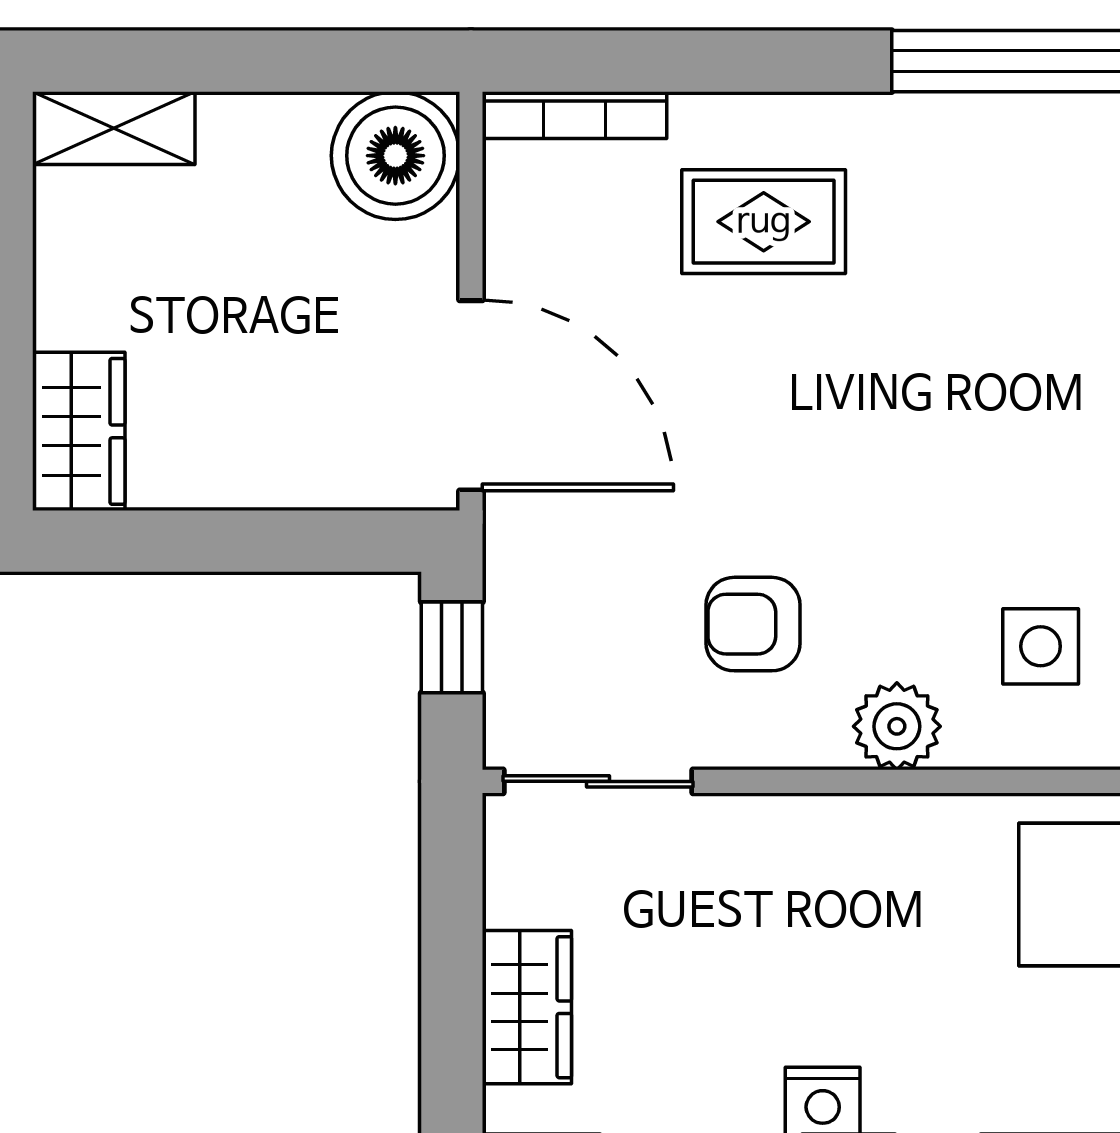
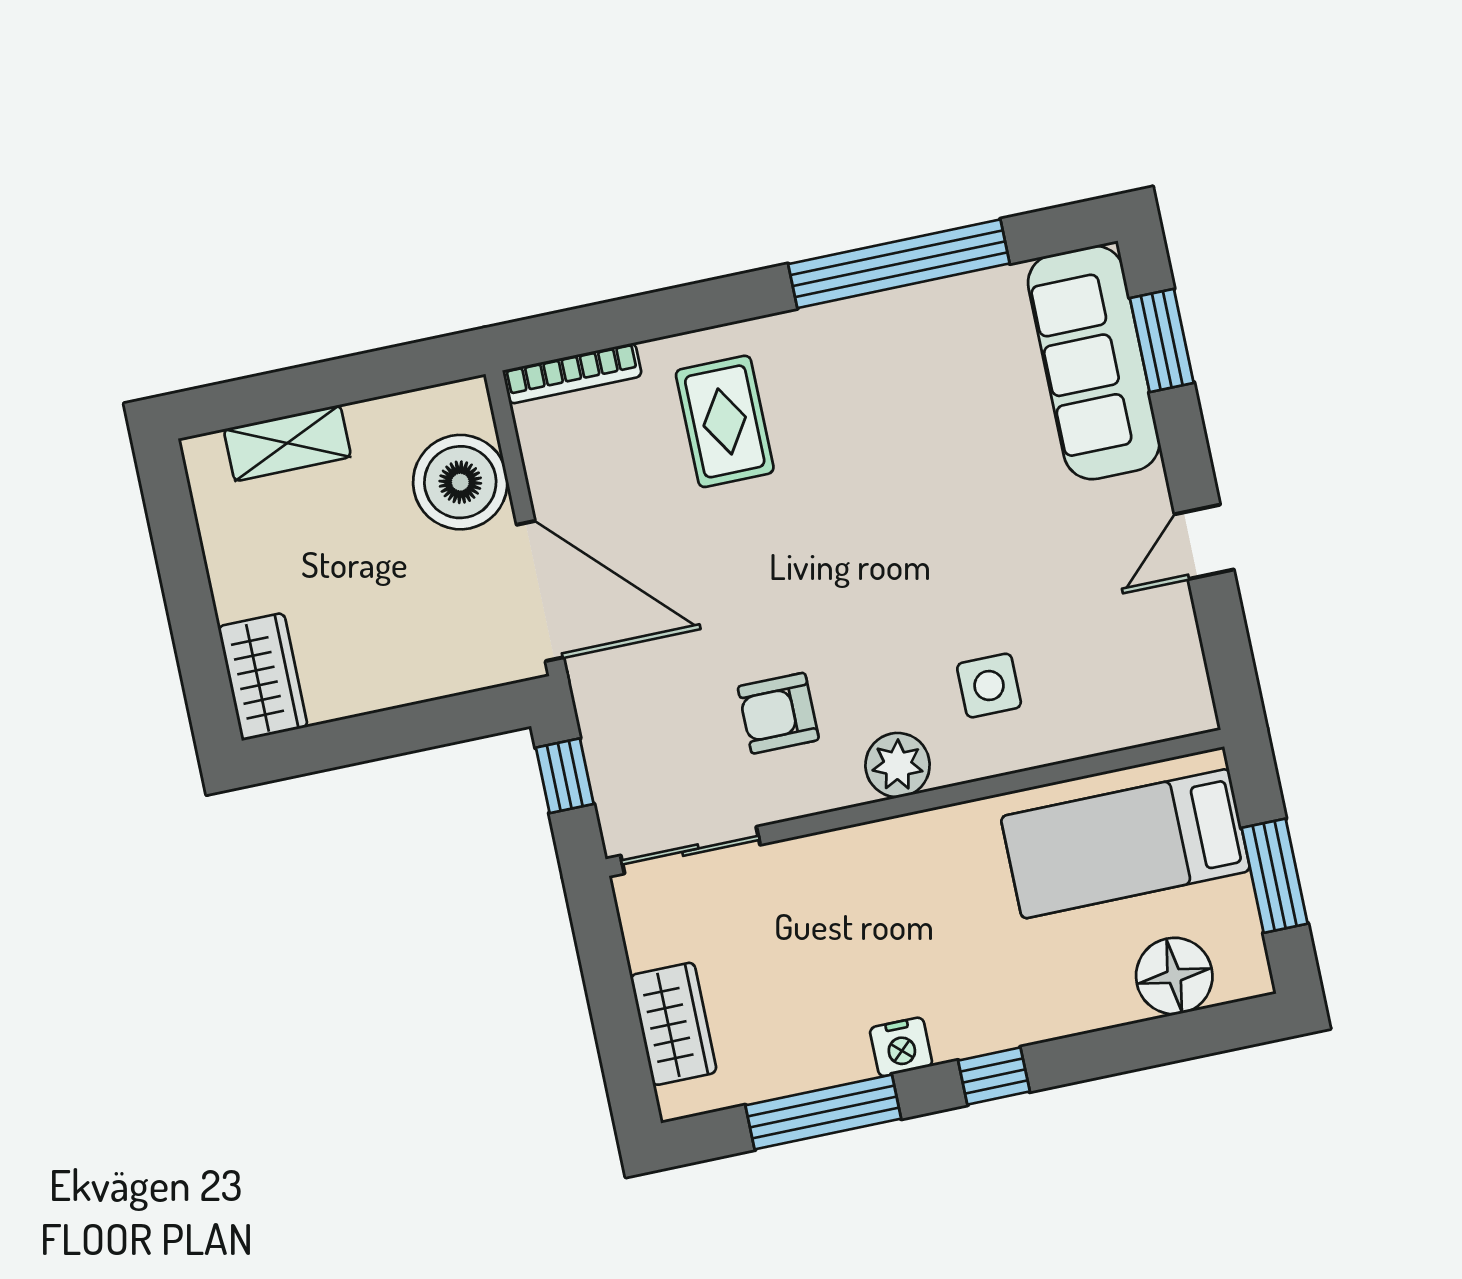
shelving: (114, 128) -> (287, 443), moved
boiler: (395, 156) -> (460, 482), moved
rug: (764, 222) -> (725, 421), turned 90

